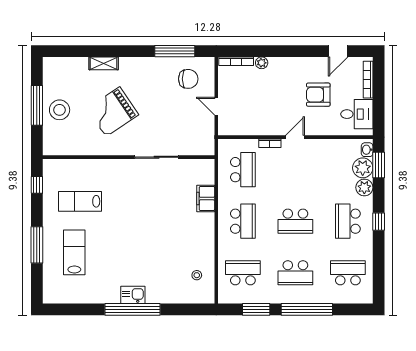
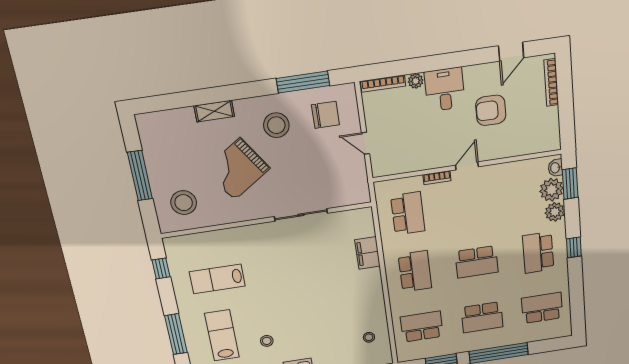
stool: (149, 81) -> (276, 125), added
stool: (60, 110) -> (184, 203), moved
desk: (357, 114) -> (445, 89), moved, turned -90
stool: (110, 264) -> (267, 341), added

